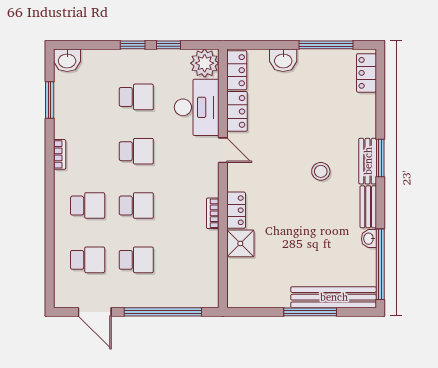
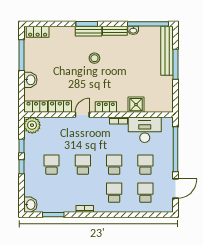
desk: (197, 107) -> (145, 130), moved
locker: (236, 210) -> (106, 107), moved

